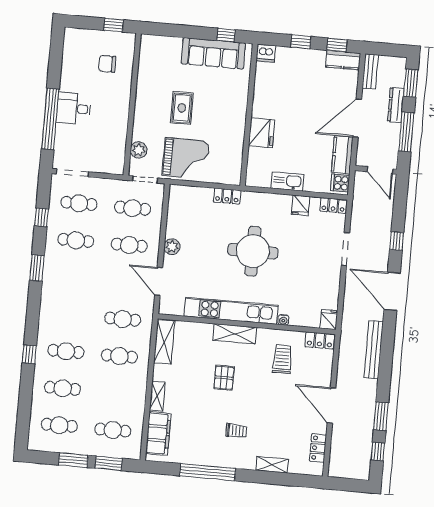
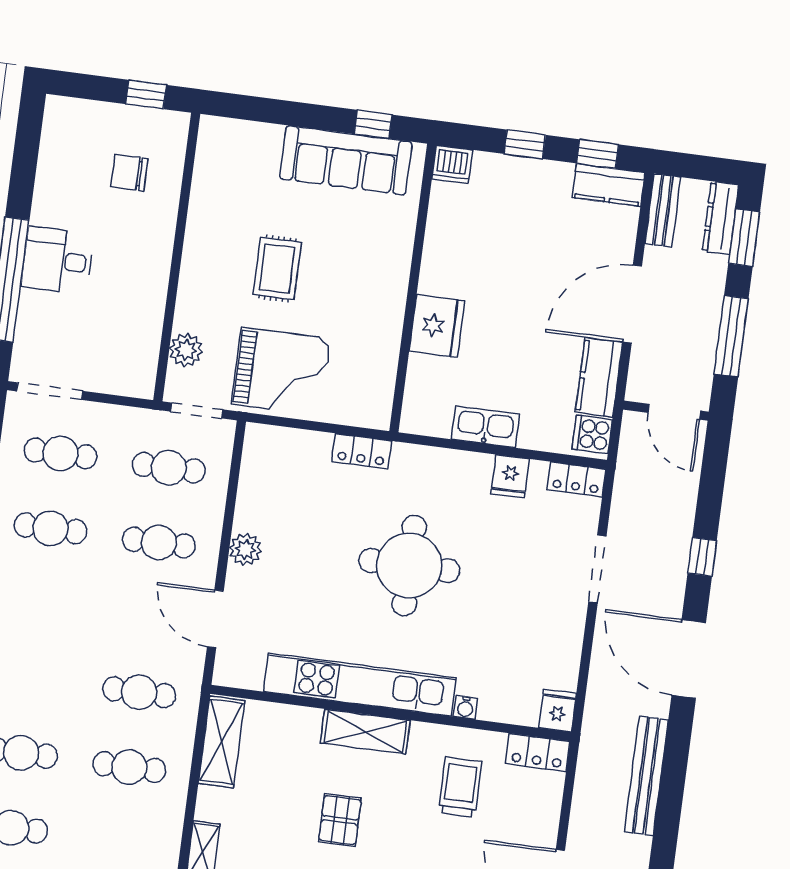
dresser: (396, 105) -> (720, 218), moved

